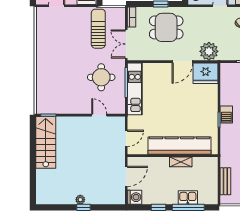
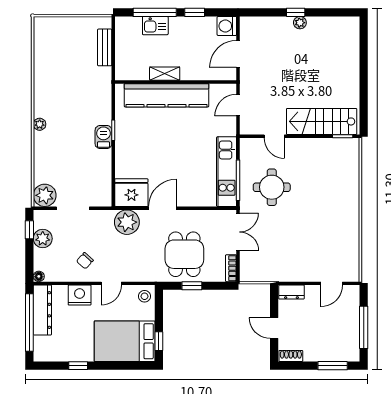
dining table: (166, 27) -> (184, 254), turned 90
sun lounger: (98, 29) -> (276, 253), removed
stairs: (46, 142) -> (322, 121), moved, turned 90

